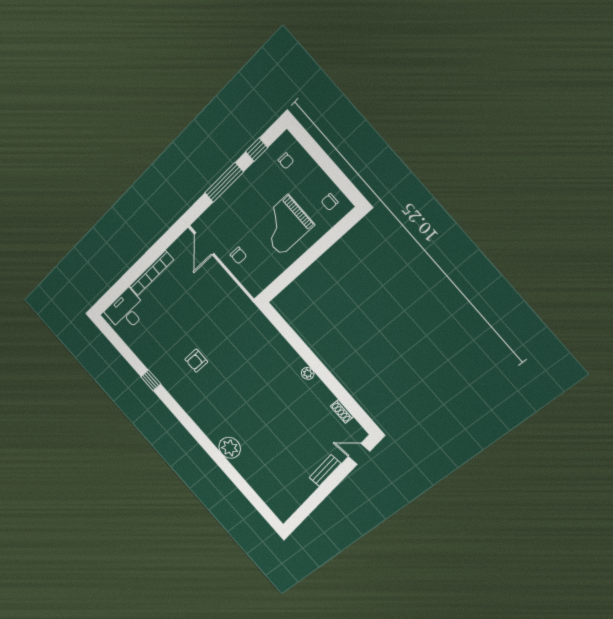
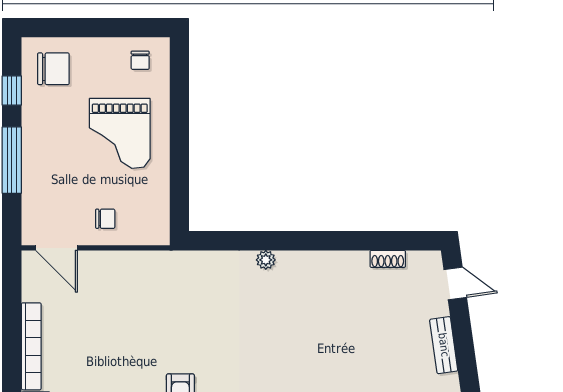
chair: (286, 161) -> (53, 69), width x1.87, depth x1.87
plant: (308, 373) -> (266, 260), moved
door: (359, 454) -> (455, 283), swing flipped

